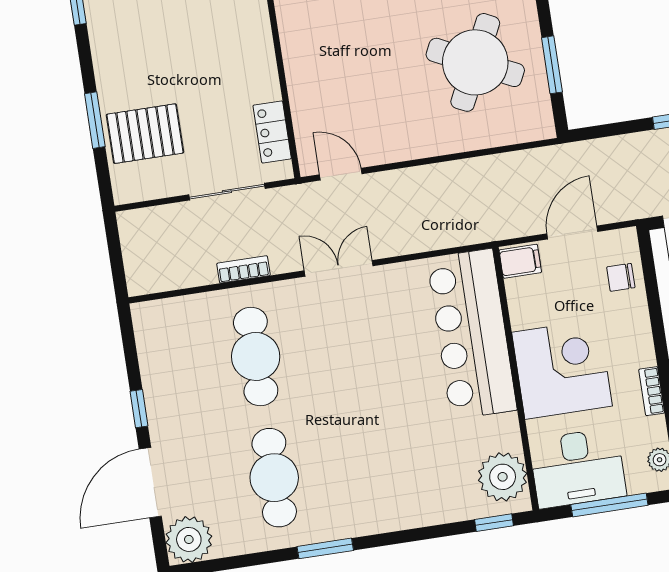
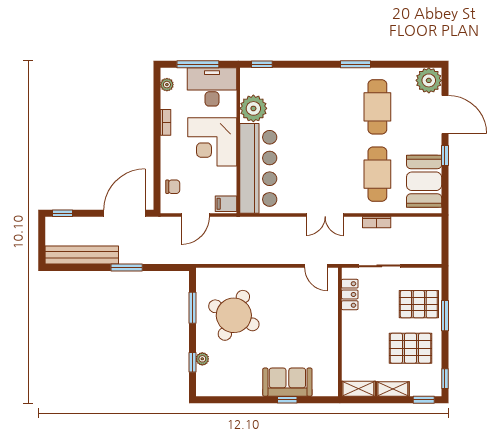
pallet: (148, 52) -> (410, 348), added
booth: (169, 356) -> (424, 181), added
plant: (503, 477) -> (253, 108), moved
door: (150, 483) -> (445, 114), hinge flipped

